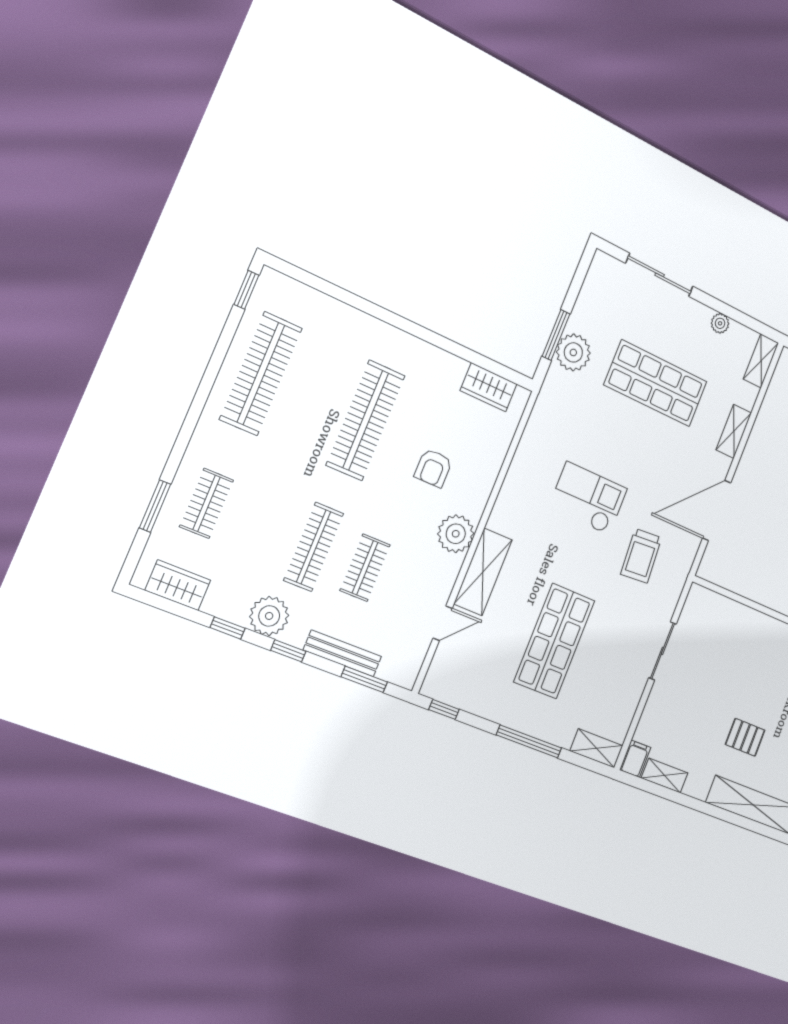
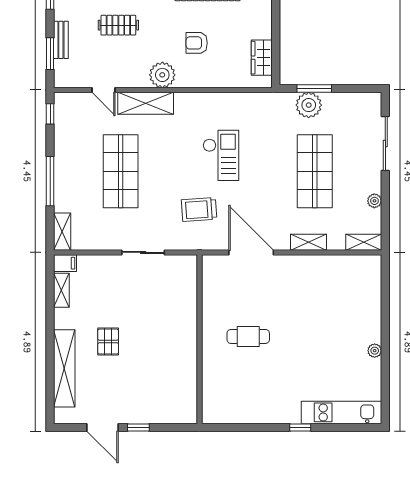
shop shelf: (554, 641) -> (121, 171), turned 90
bench: (343, 653) -> (61, 40), width x0.73

